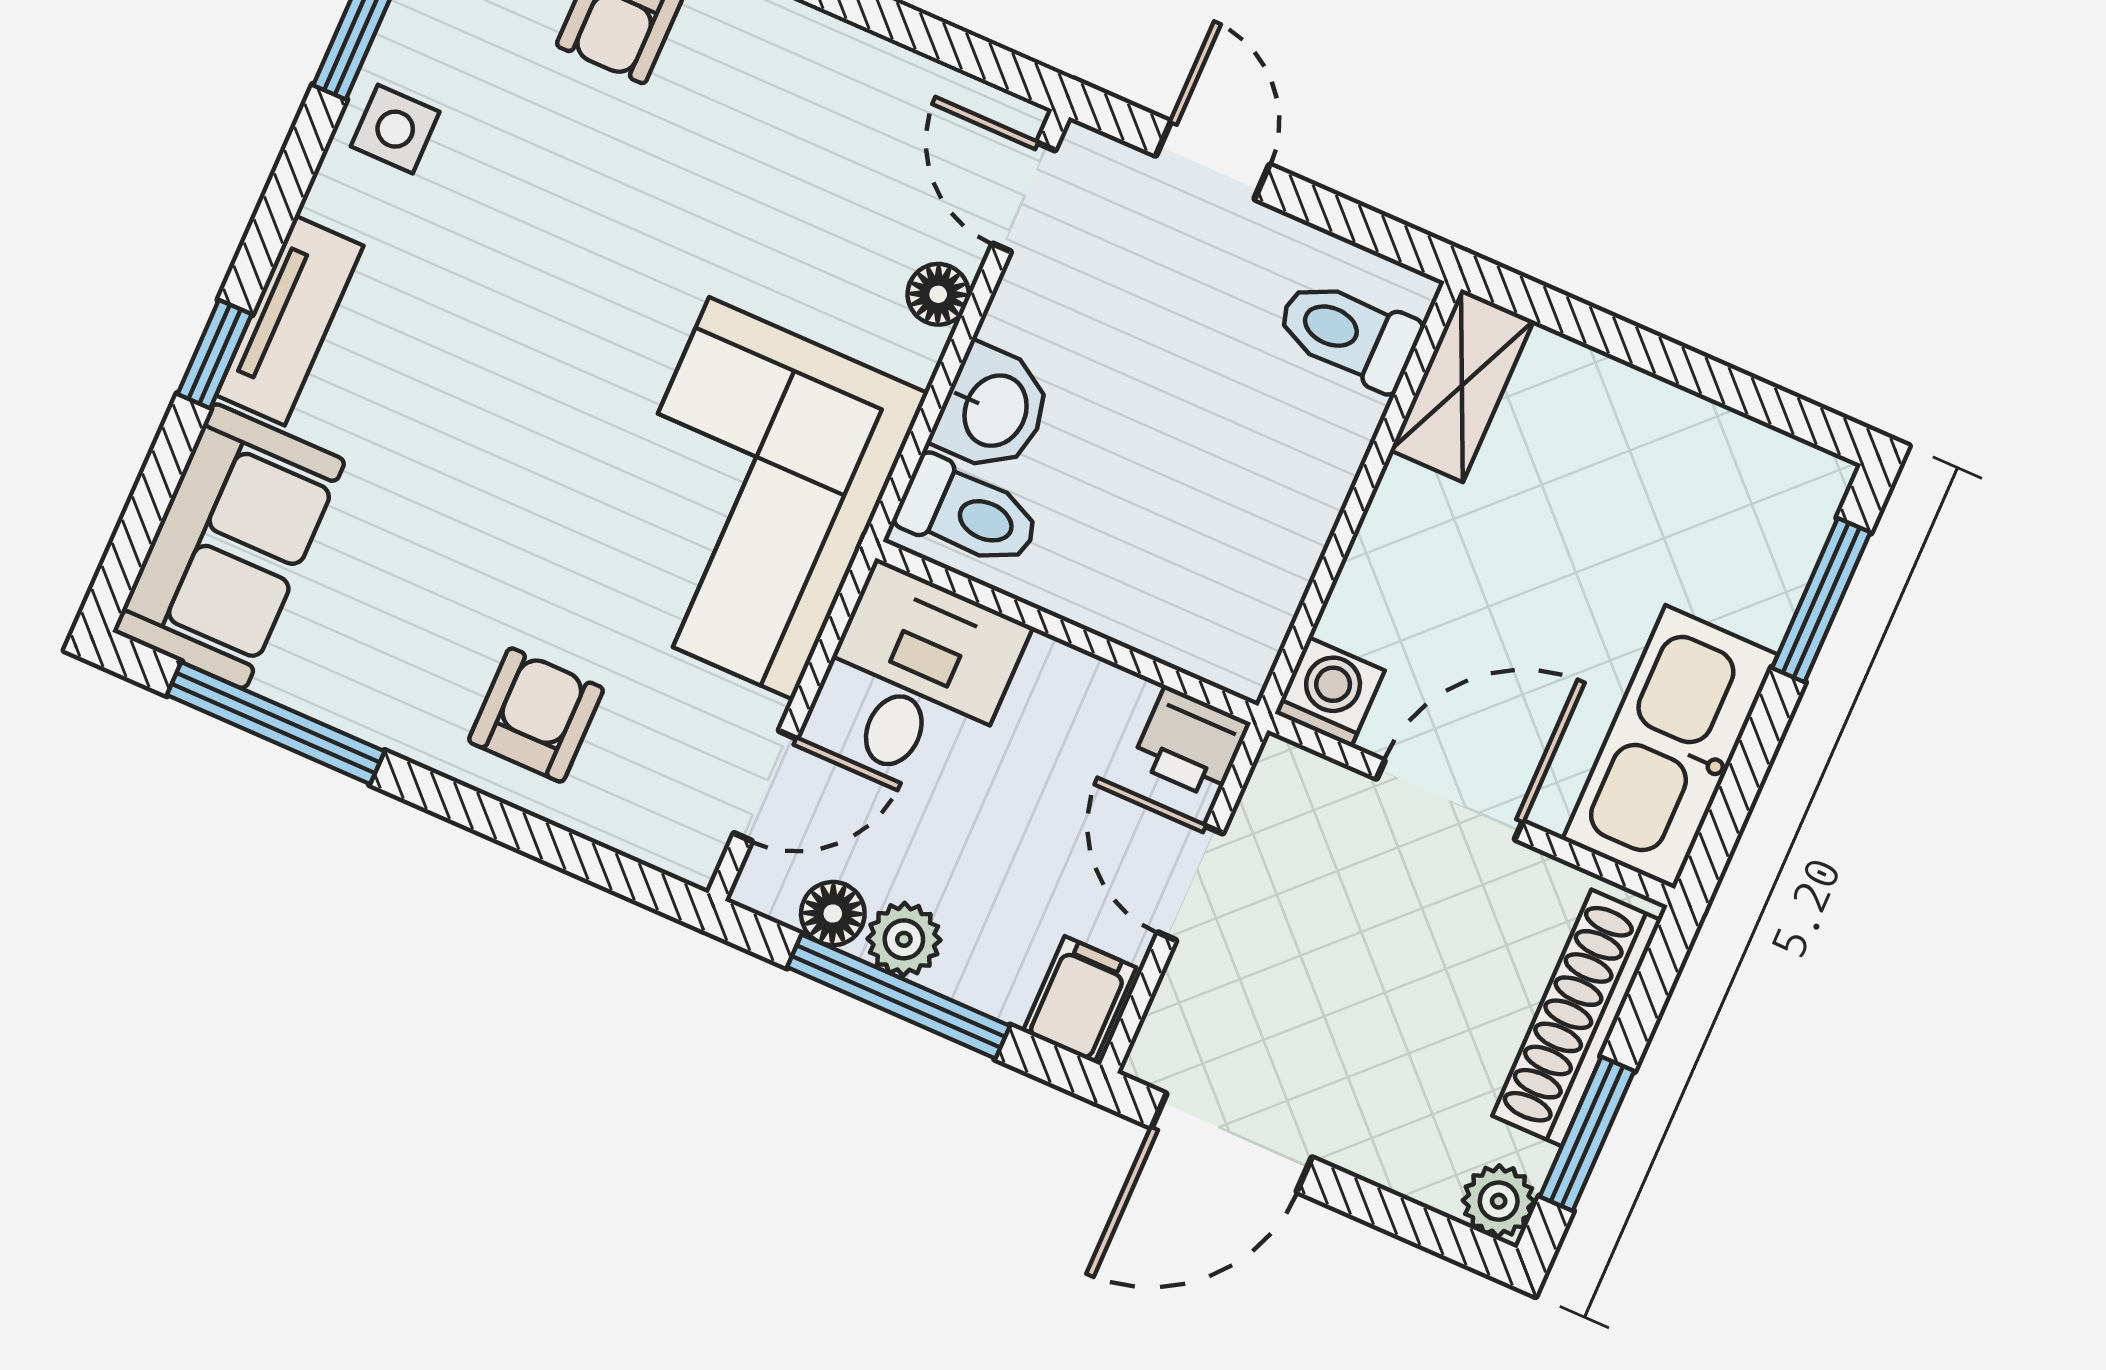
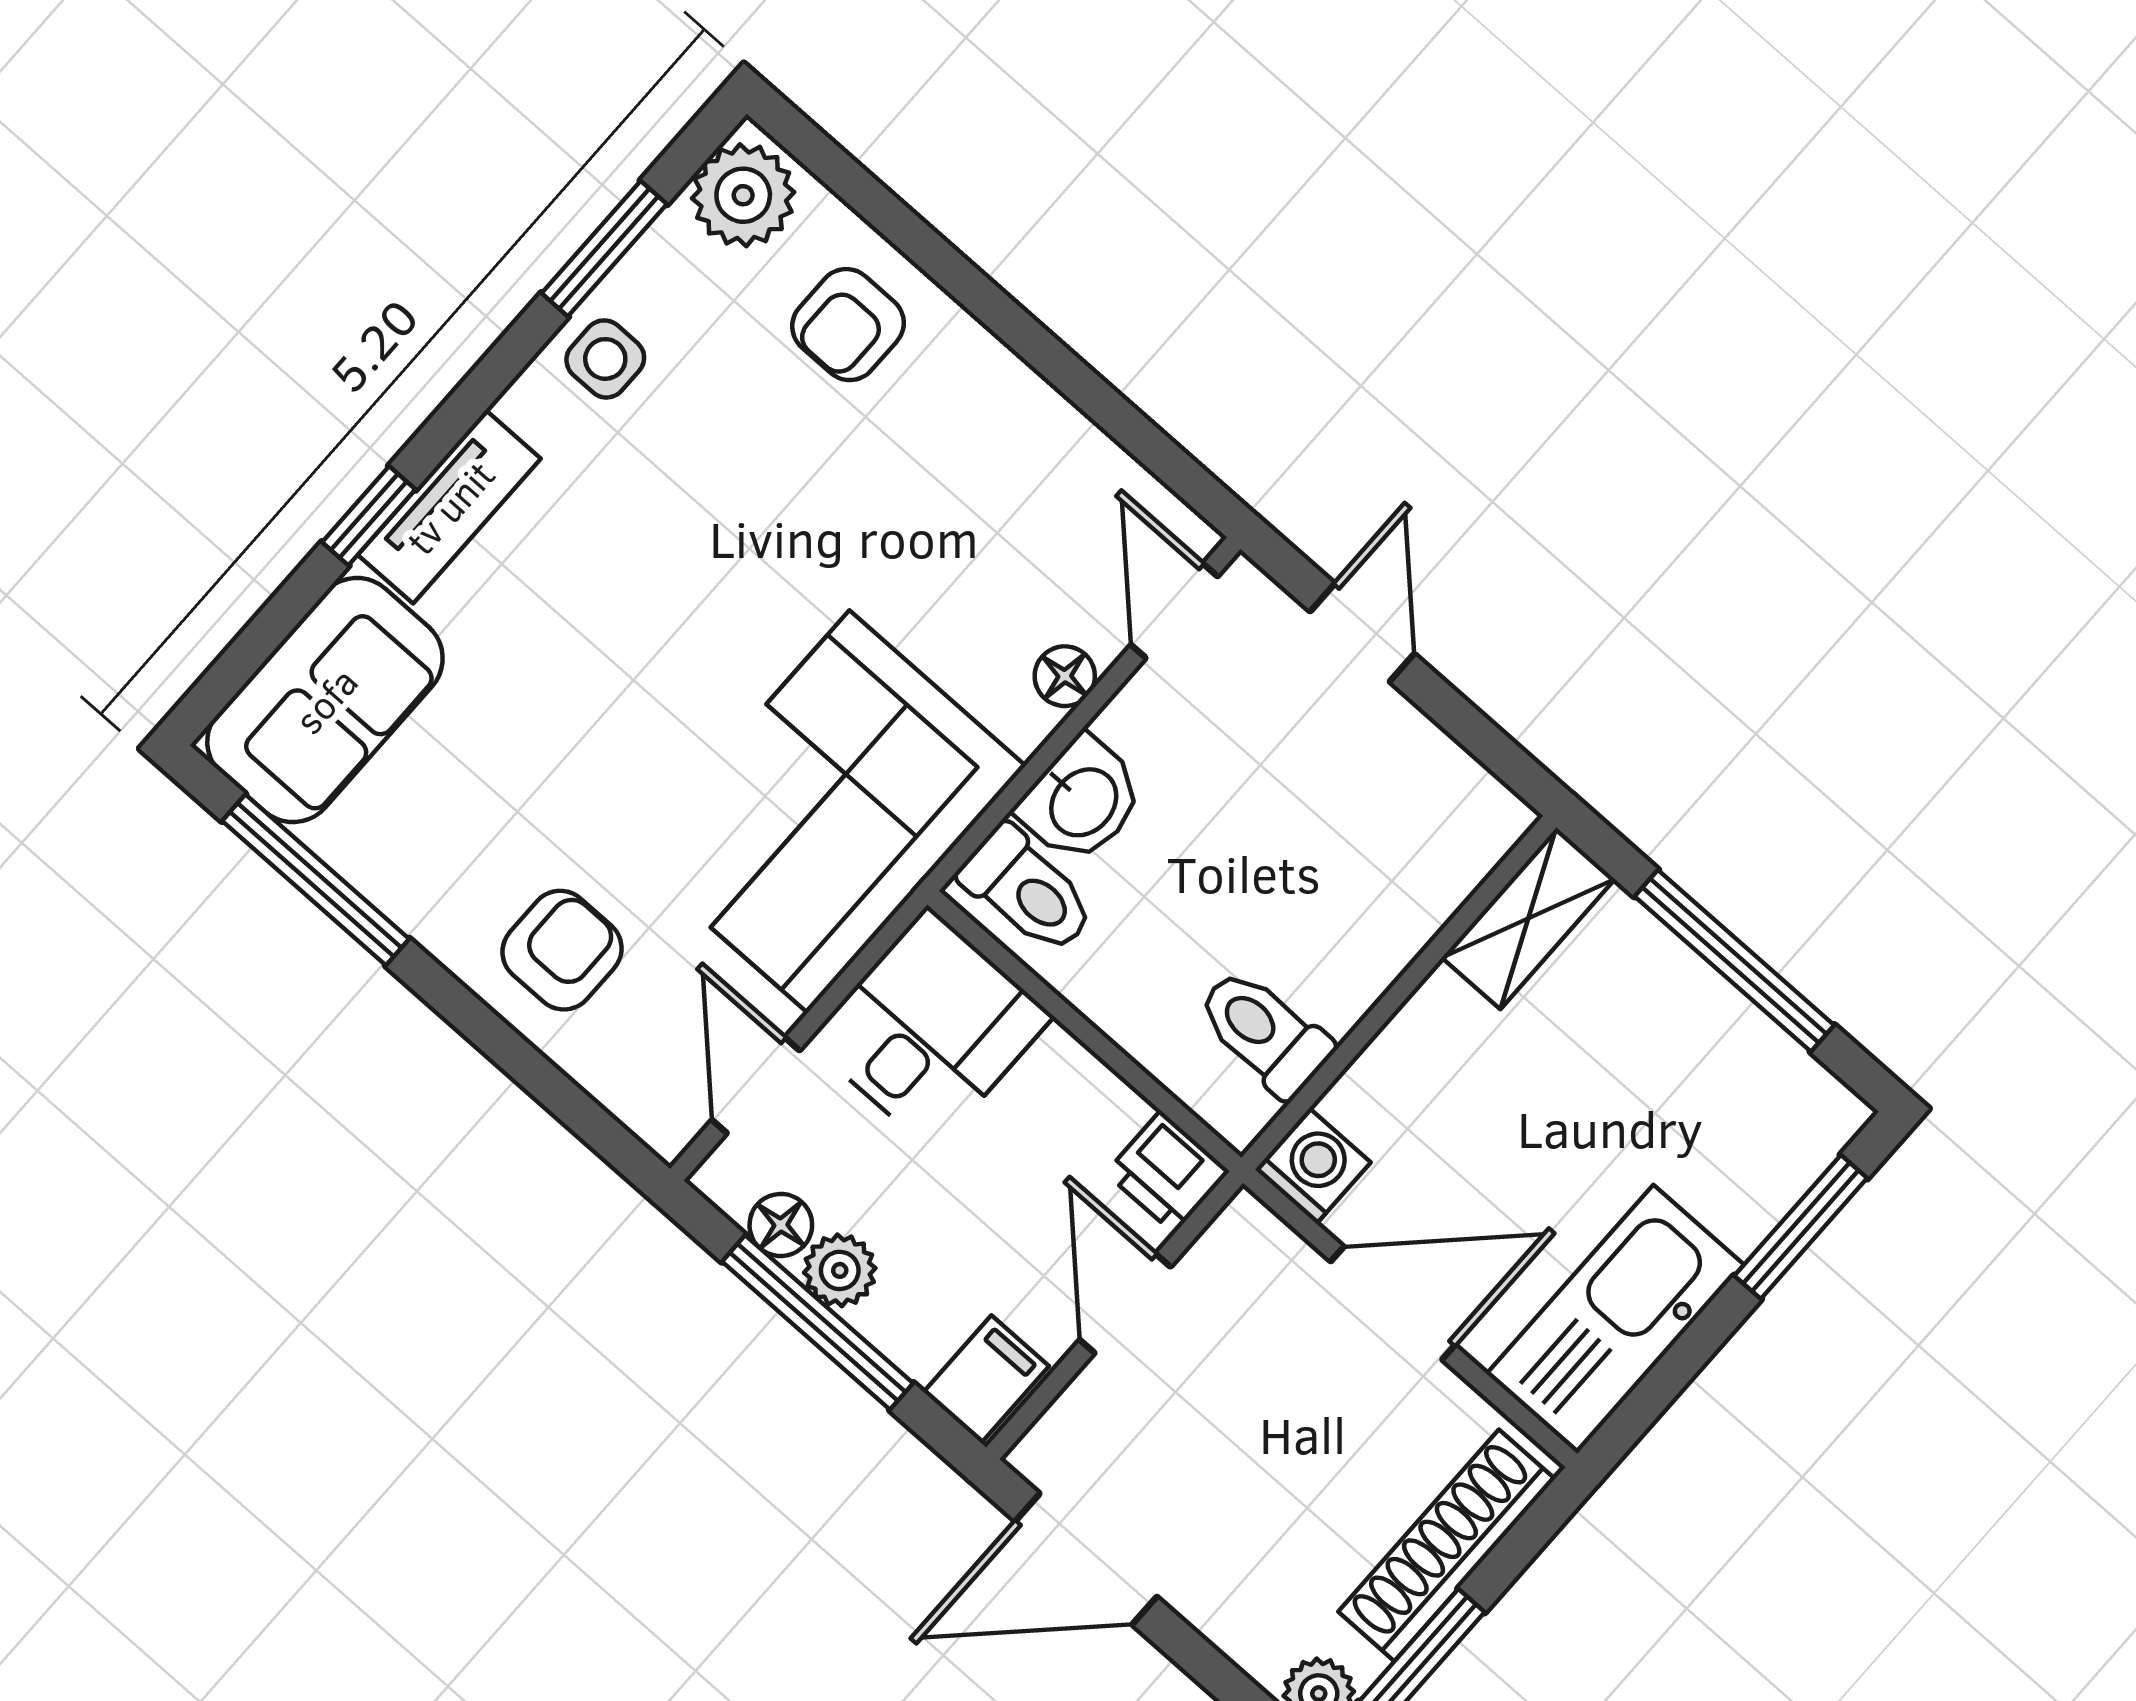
toilet: (1348, 334) -> (1264, 1032), moved
window: (1675, 363) -> (1734, 961), added
door: (765, 786) -> (756, 1085), swing flipped

